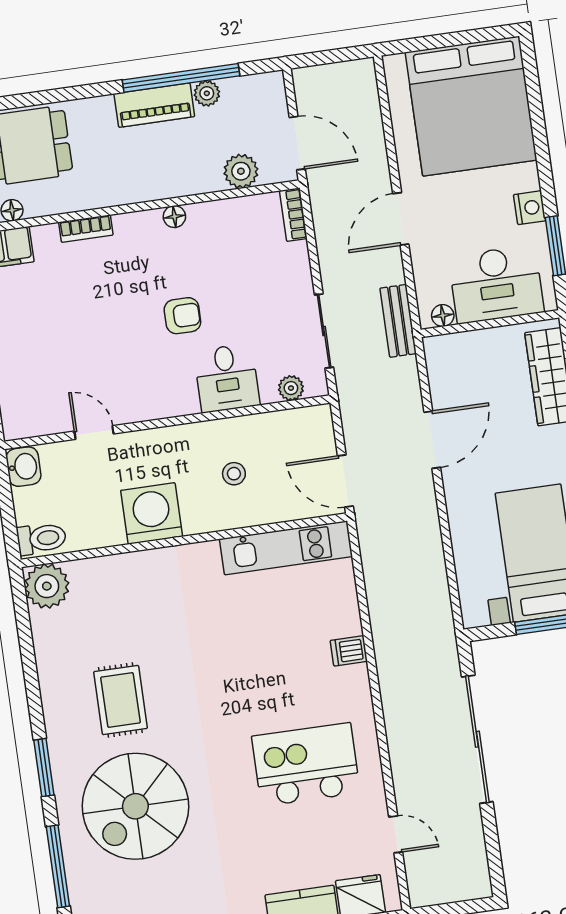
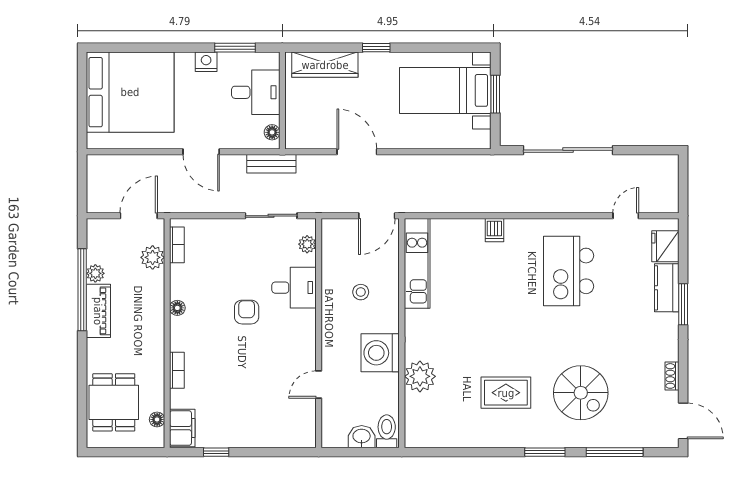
bookcase: (293, 215) -> (177, 245), moved, turned -90
desk: (496, 284) -> (256, 92), width x0.73
washbasin: (23, 467) -> (362, 437), moved
plant: (47, 586) -> (420, 376), moved
spiral stairs: (135, 806) -> (581, 393), width x0.73, depth x0.73

